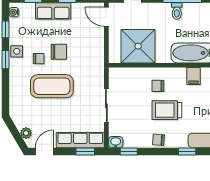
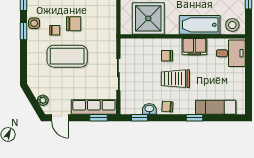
filing cabinet: (194, 76) -> (194, 47), width x2.00
washbasin: (116, 142) -> (149, 109), moved
door: (44, 152) -> (60, 118), swing flipped

